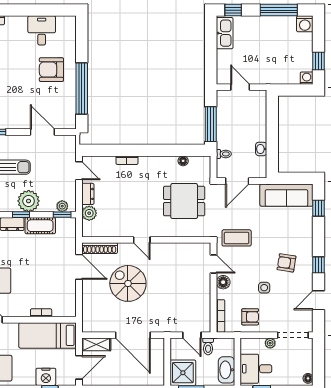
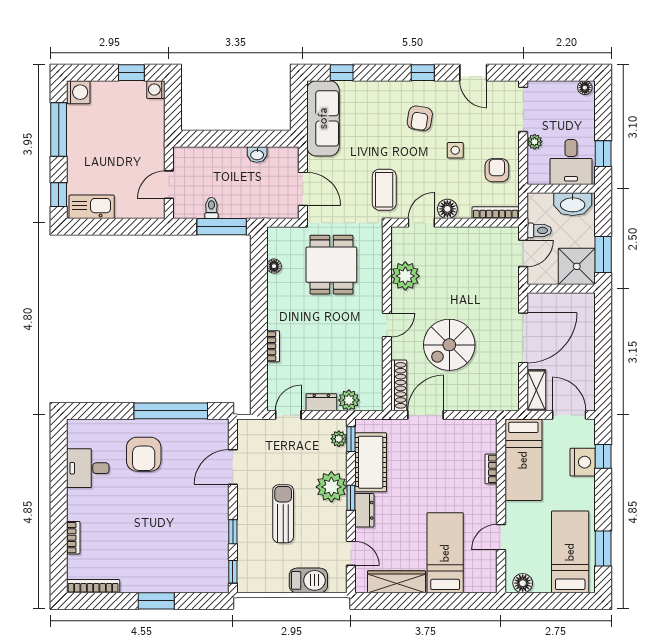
toilet: (224, 154) -> (211, 208), moved
cot: (40, 226) -> (371, 462), width x1.37, depth x1.34
plant: (176, 253) -> (405, 276), added

